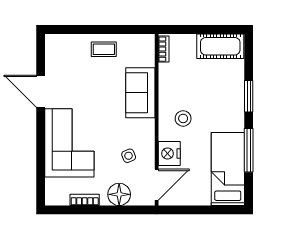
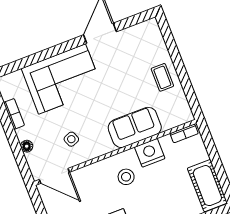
nightstand: (169, 154) -> (150, 153), moved
floor lamp: (119, 194) -> (27, 146), width x0.53, depth x0.53

